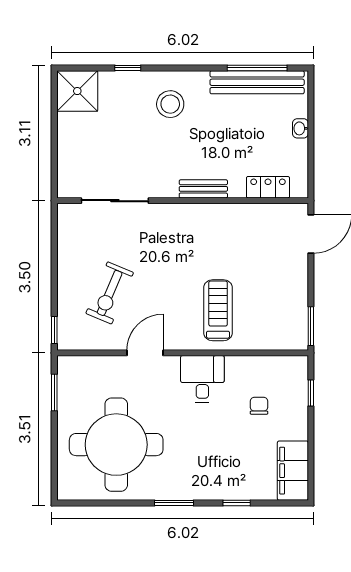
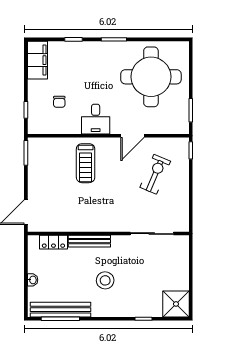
stool: (170, 104) -> (105, 280), moved
bench: (203, 189) -> (89, 241), width x1.36

